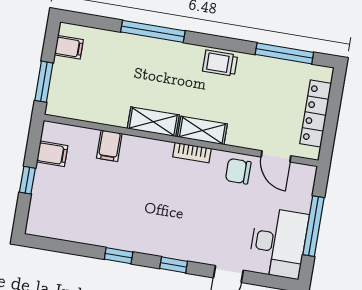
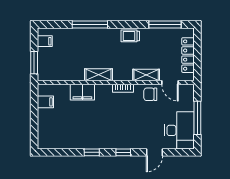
shelving: (202, 130) -> (146, 75), moved
filing cabinet: (109, 146) -> (82, 92), width x2.00
window: (27, 180) -> (34, 119), removed

